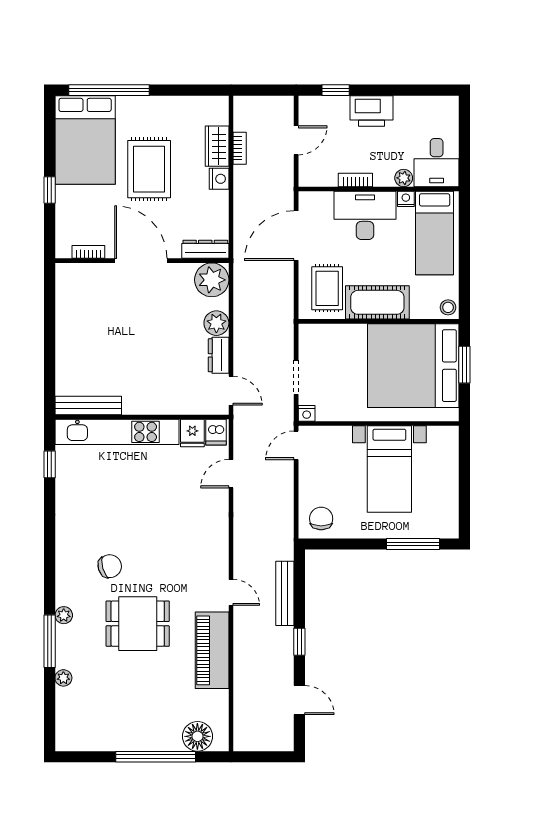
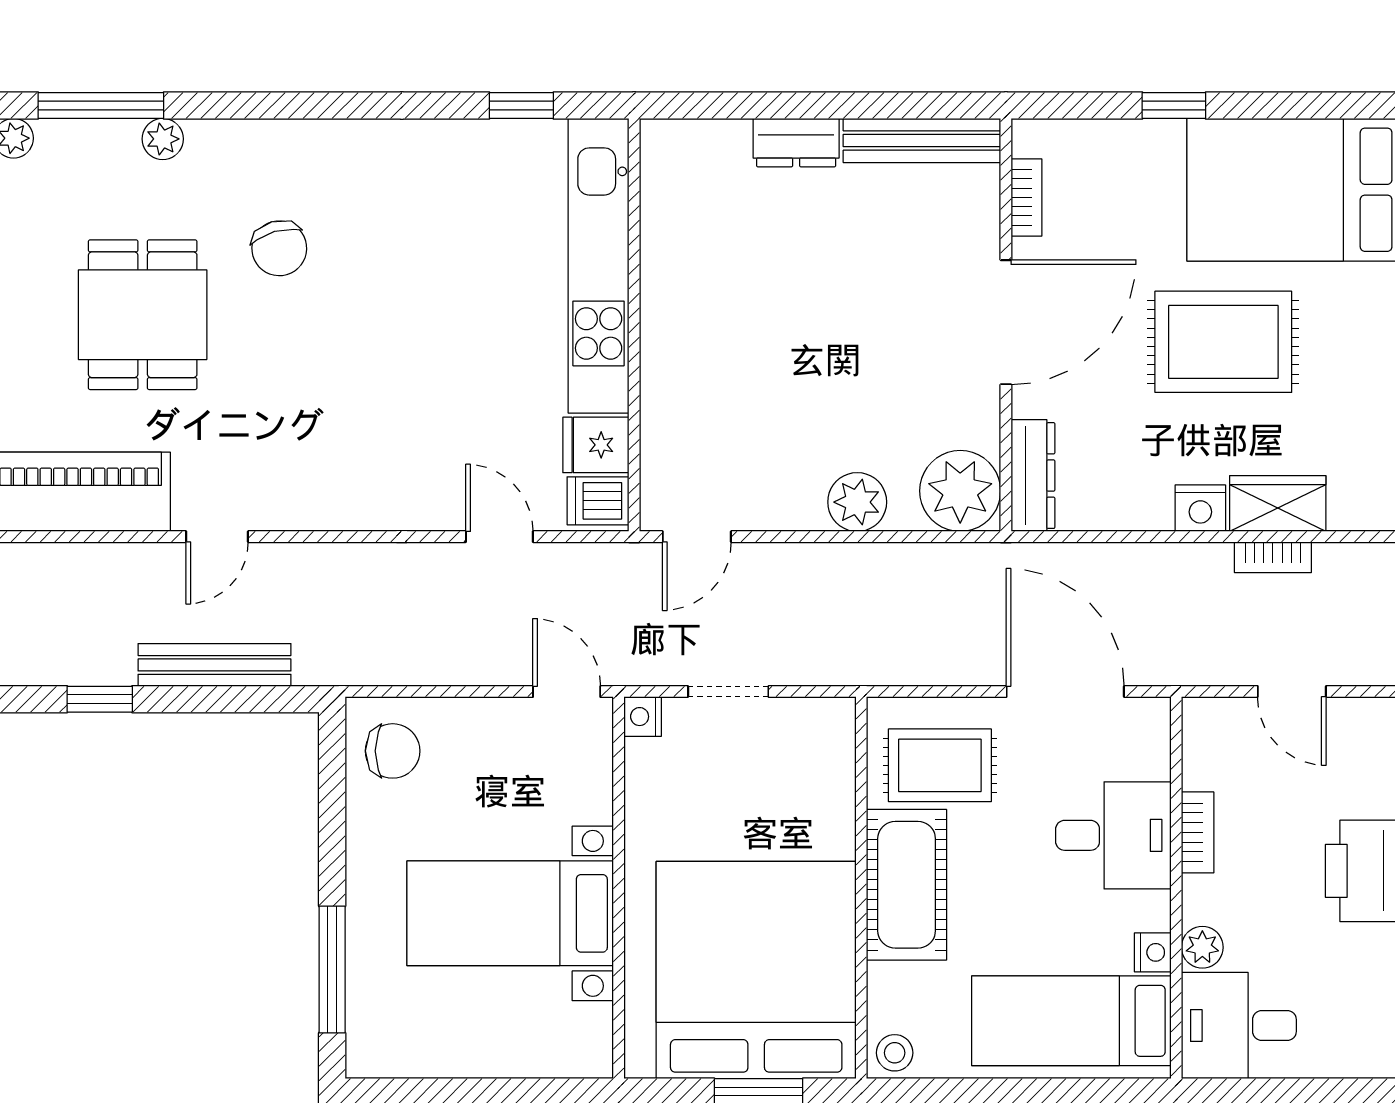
desk: (365, 215) -> (1113, 835), width x0.73
dresser: (219, 355) -> (796, 143), moved, turned 180
bench: (88, 405) -> (922, 140), moved, turned 90

